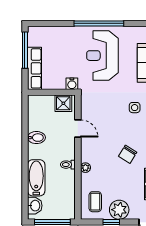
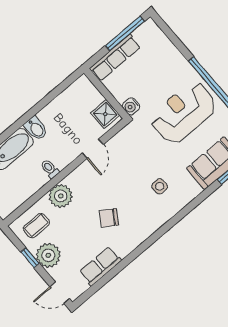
bidet: (36, 138) -> (36, 128), moved
plant: (85, 168) -> (61, 196), width x1.87, depth x1.87

